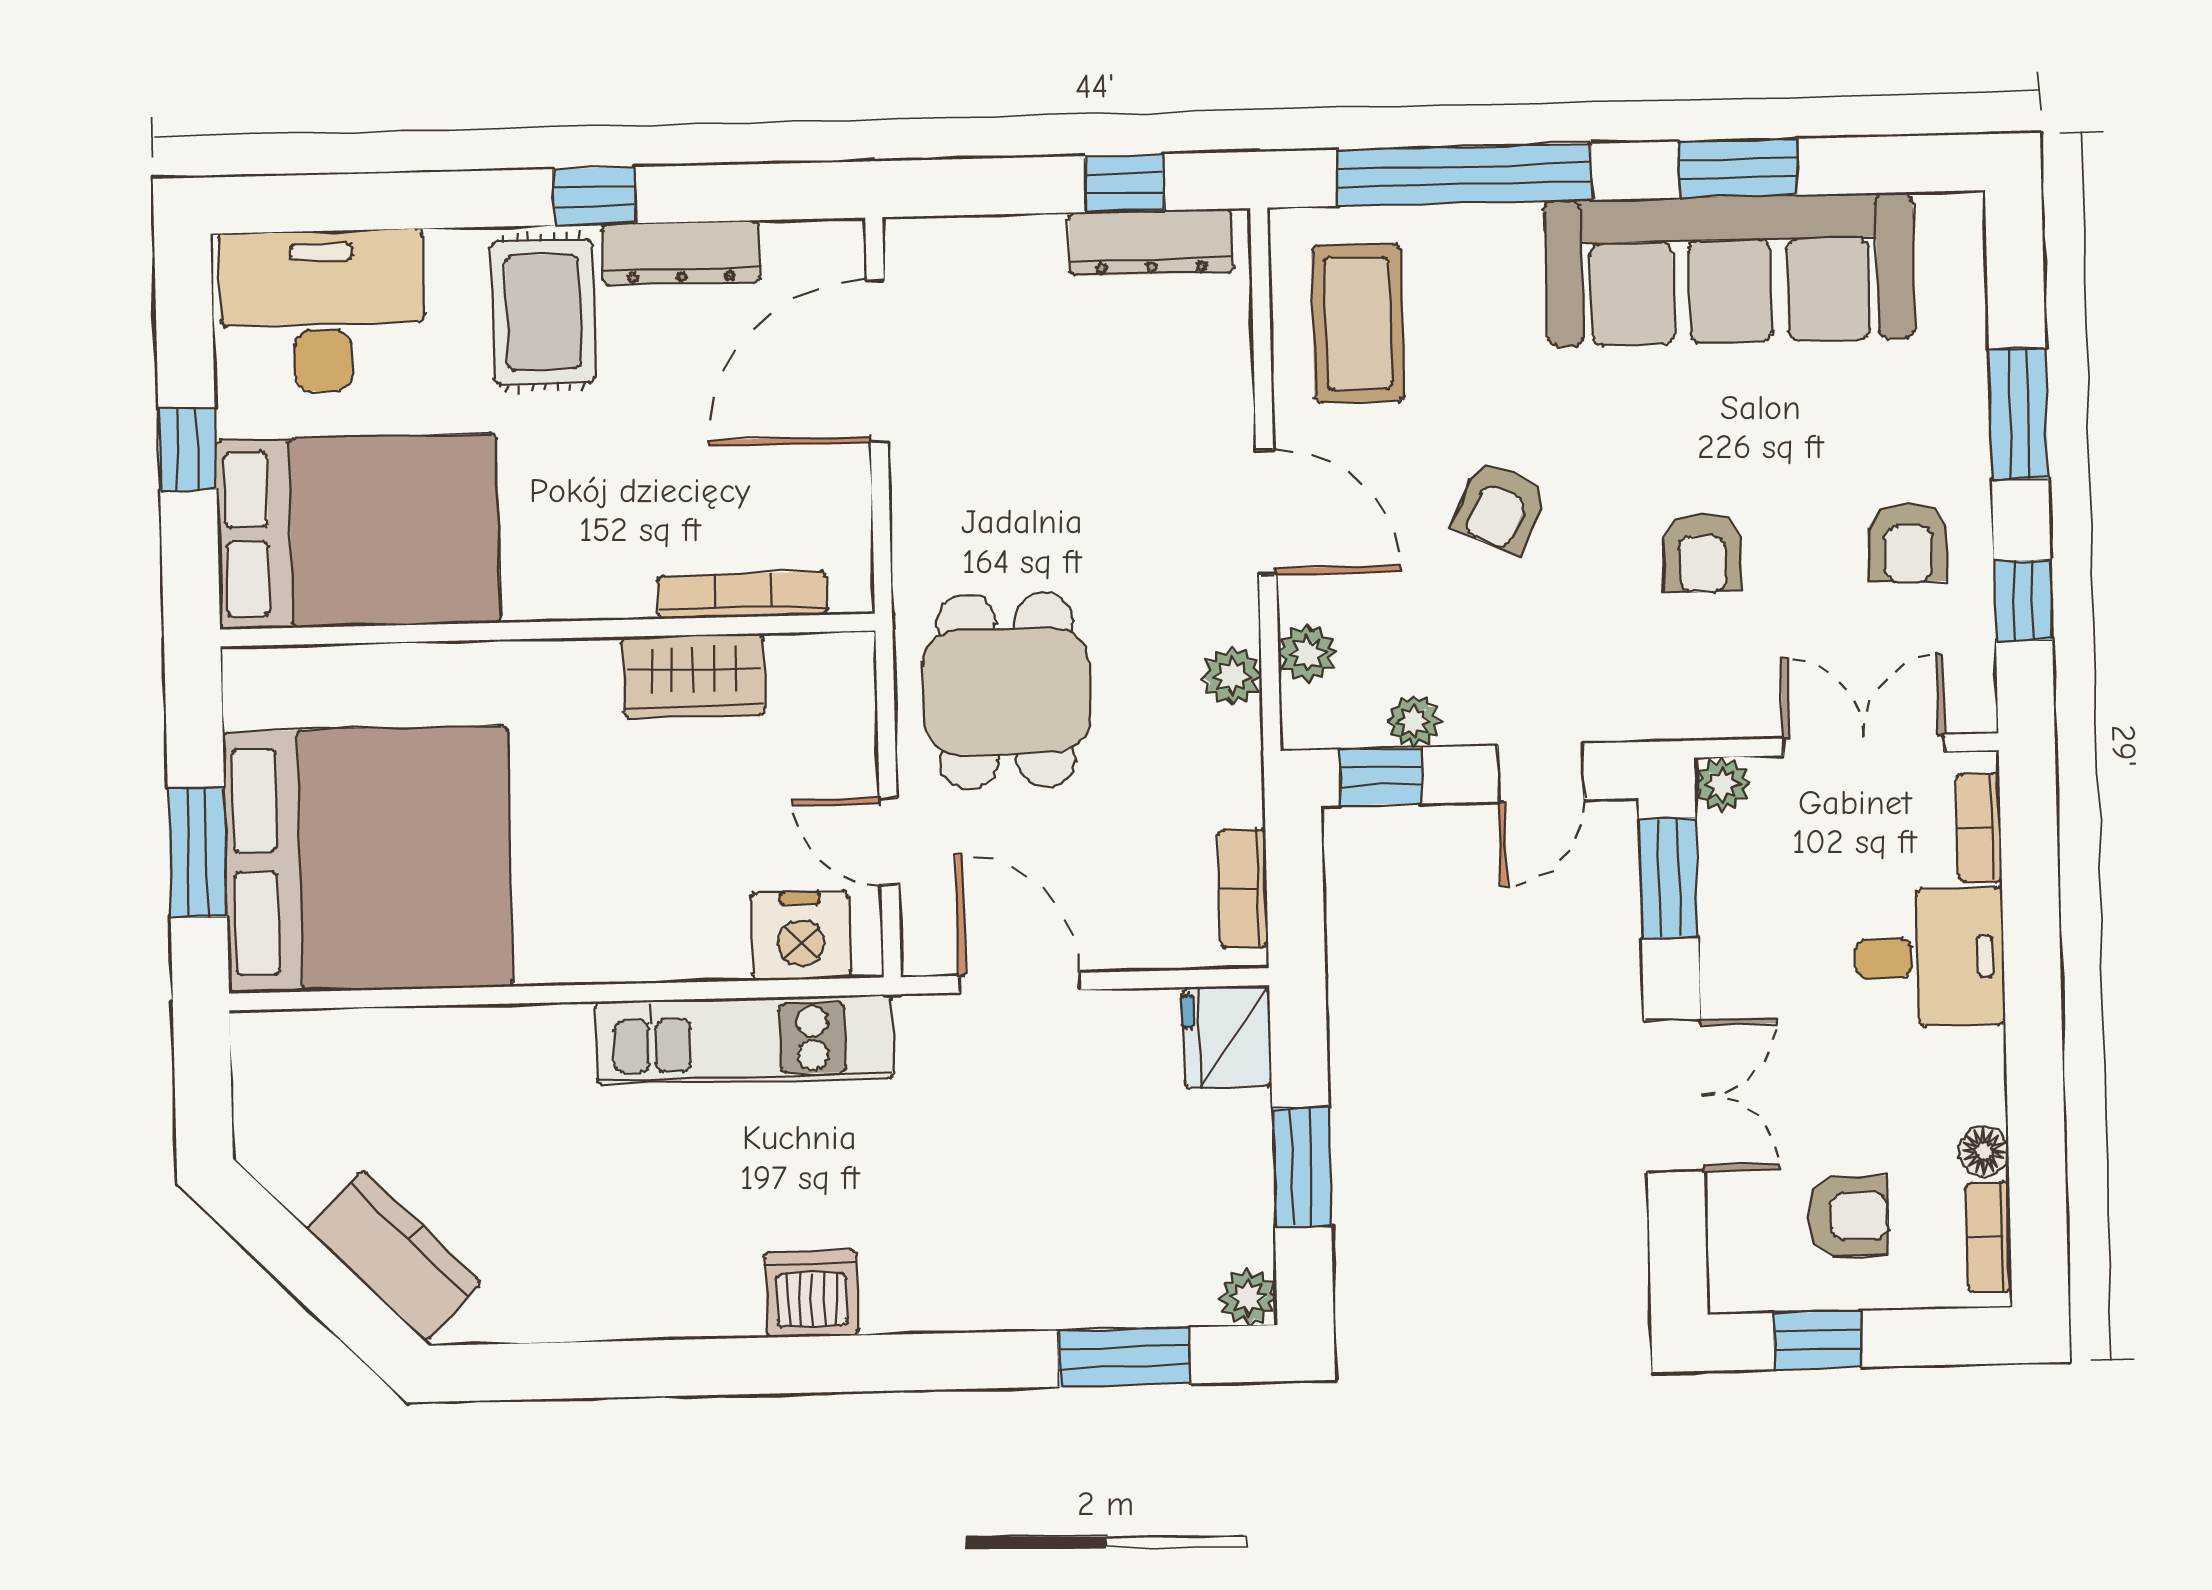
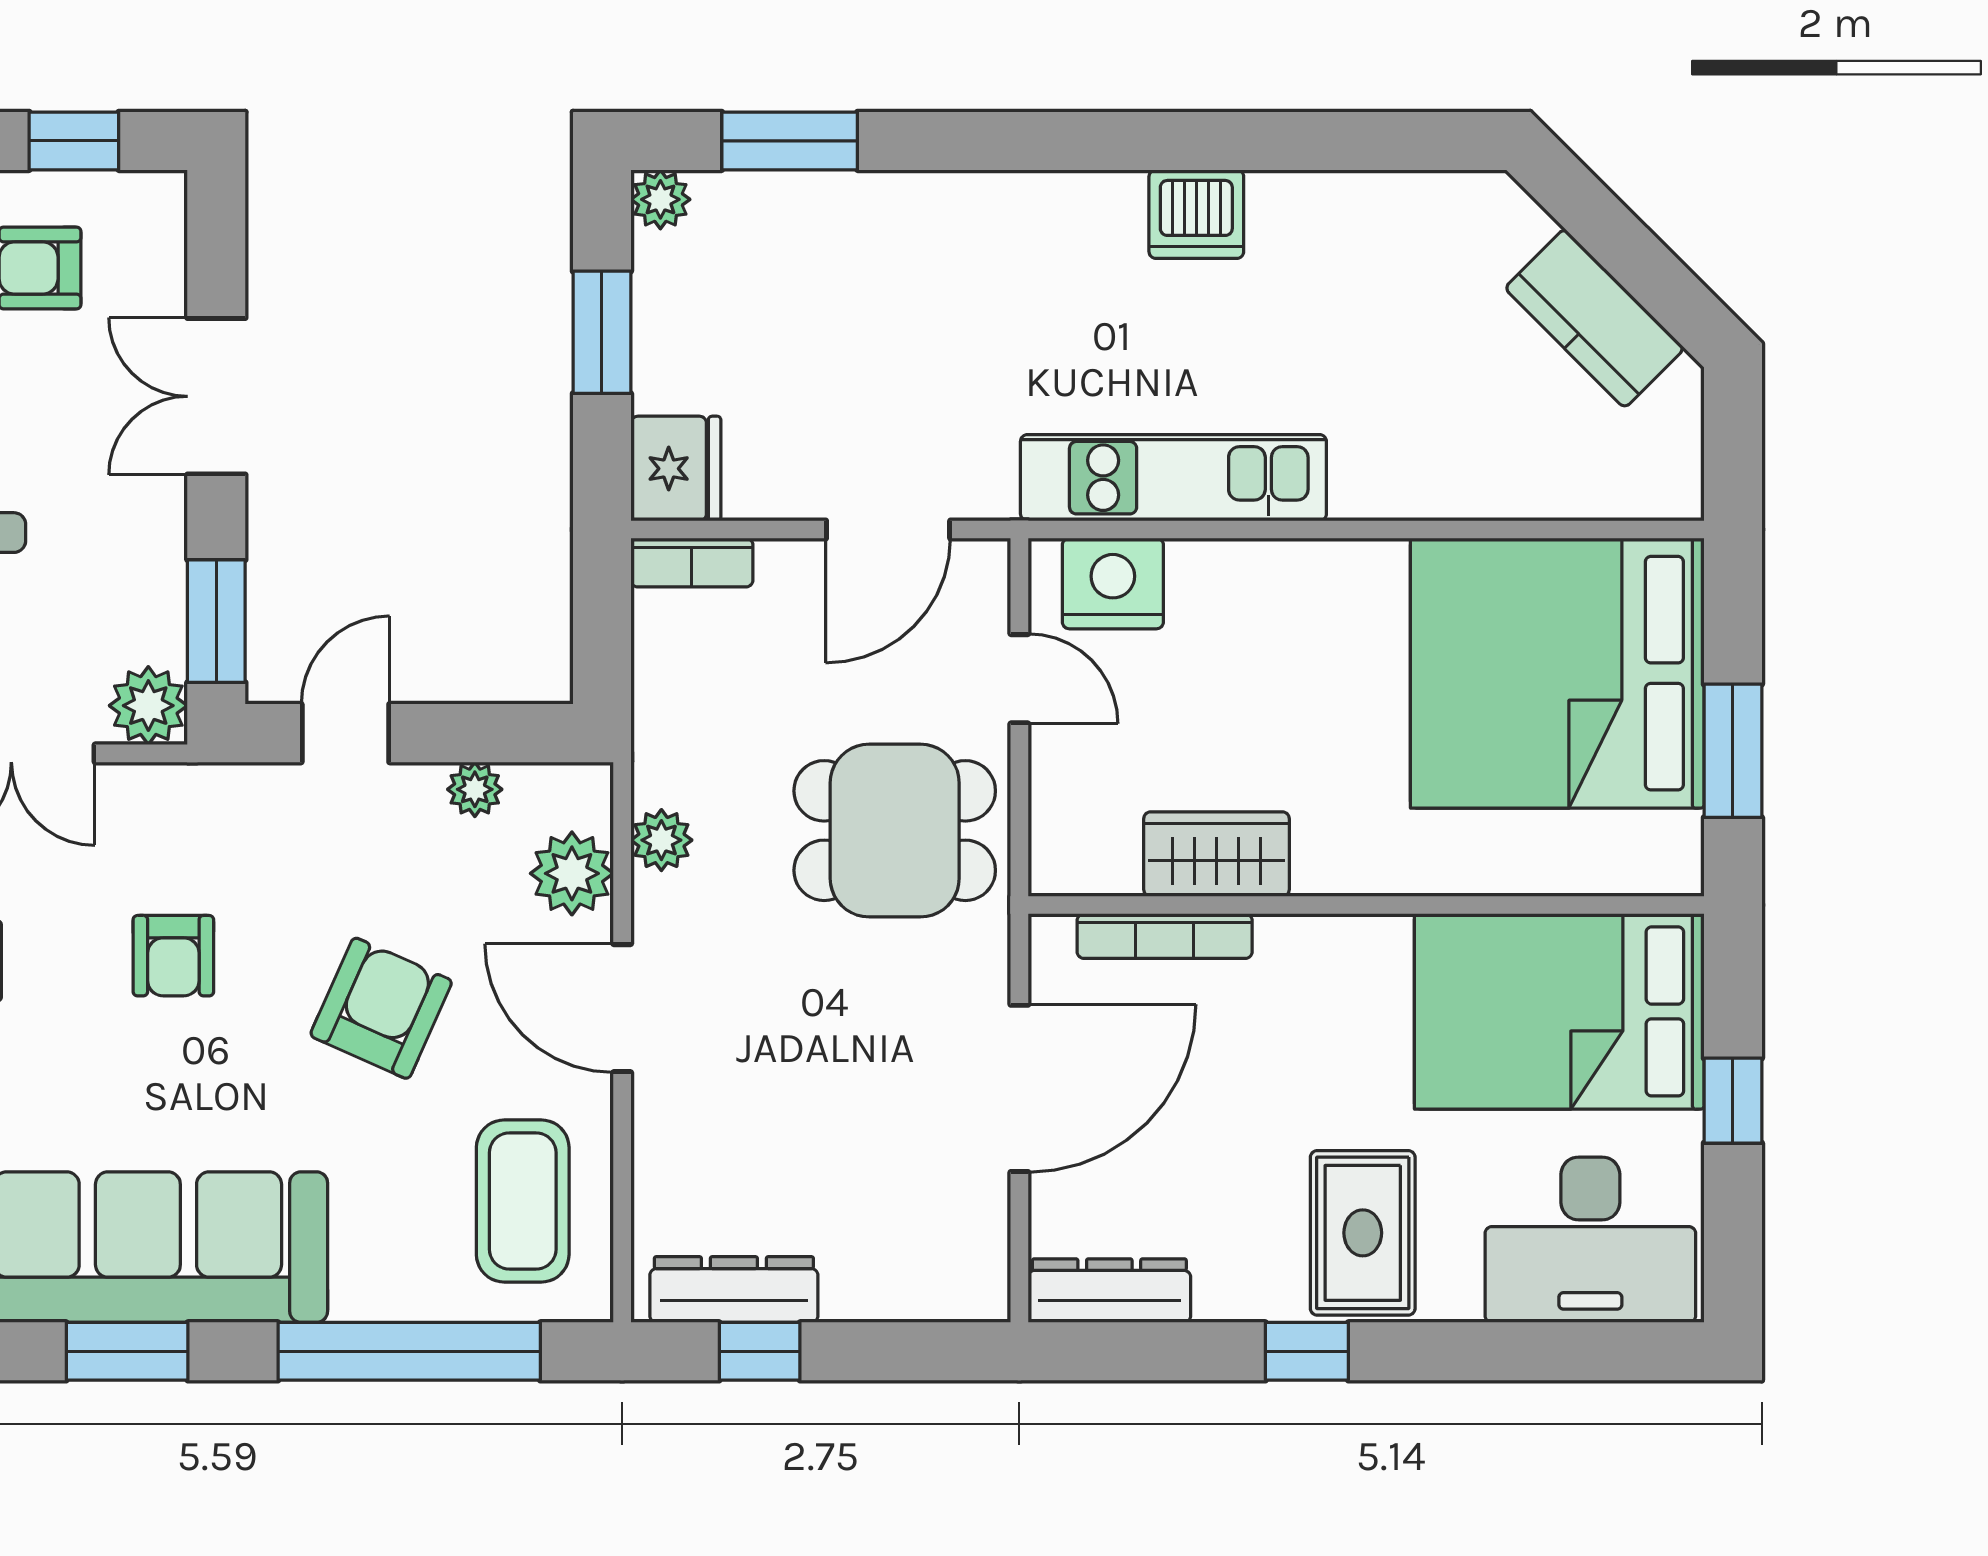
dresser: (681, 253) -> (1109, 1291), moved
door: (877, 361) -> (1019, 1088), moved
armchair: (1500, 507) -> (381, 1008), width x1.38, depth x1.38
armchair: (1702, 553) -> (173, 956), turned 180
plant: (1307, 653) -> (572, 873), width x1.38, depth x1.38
dining table: (1006, 691) -> (895, 831), turned 90
window: (1381, 776) -> (510, 733), removed
plant: (1722, 784) -> (148, 706), width x1.38, depth x1.38
window: (197, 853) -> (1733, 751), moved
bookcase: (1243, 888) -> (692, 563), moved, turned 90
door: (1020, 983) -> (888, 529), hinge flipped
kitchen counter: (394, 1256) -> (1595, 318), moved
dishwasher: (812, 1294) -> (1196, 214), moved

